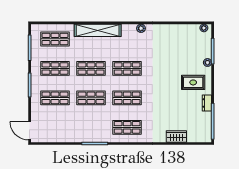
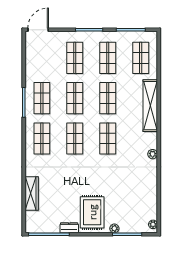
rug: (193, 82) -> (92, 212), width x1.36, depth x1.43
shop shelf: (91, 127) -> (42, 98), added
wardrobe: (176, 136) -> (32, 194), width x1.50

